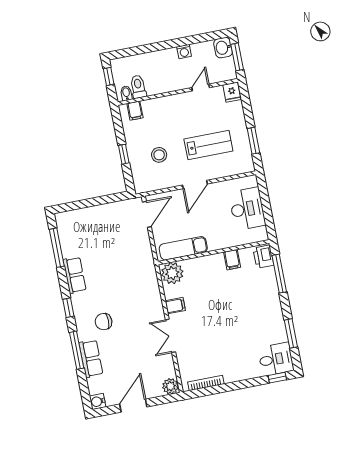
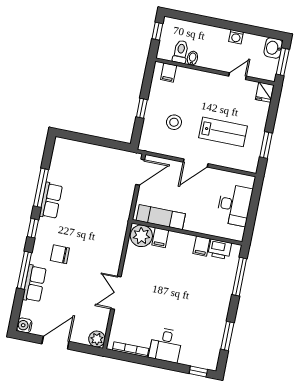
bidet: (126, 93) -> (192, 58), moved
window: (57, 248) -> (41, 188), moved
printer: (263, 257) -> (220, 249), moved, turned -90
filing cabinet: (175, 306) -> (160, 238), moved, turned 90
desk: (276, 359) -> (166, 345), moved, turned 90

